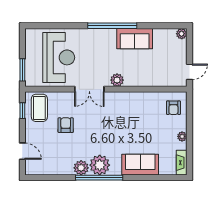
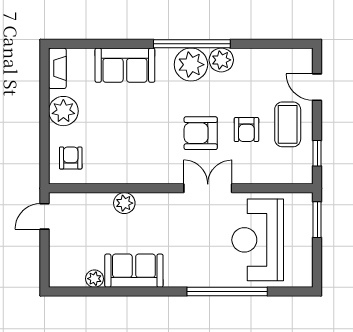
window: (112, 26) -> (227, 292), moved
plant: (182, 34) -> (94, 279), moved
plant: (117, 80) -> (124, 203), moved
coffee table: (39, 108) -> (288, 124), moved
armchair: (94, 123) -> (201, 133), added
plant: (182, 136) -> (63, 111), width x1.88, depth x1.88

